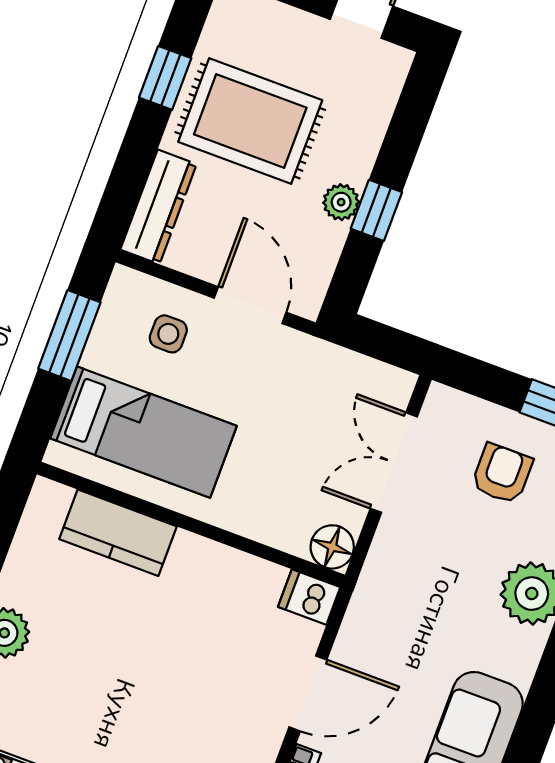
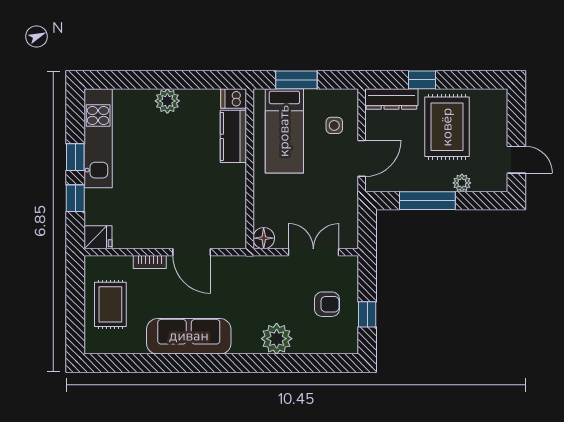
window: (165, 78) -> (422, 80), moved
plant: (341, 202) -> (462, 183), moved
window: (376, 210) -> (427, 201), width x2.17
window: (69, 336) -> (296, 80), moved
dishwasher: (309, 597) -> (234, 99), moved, turned -90

